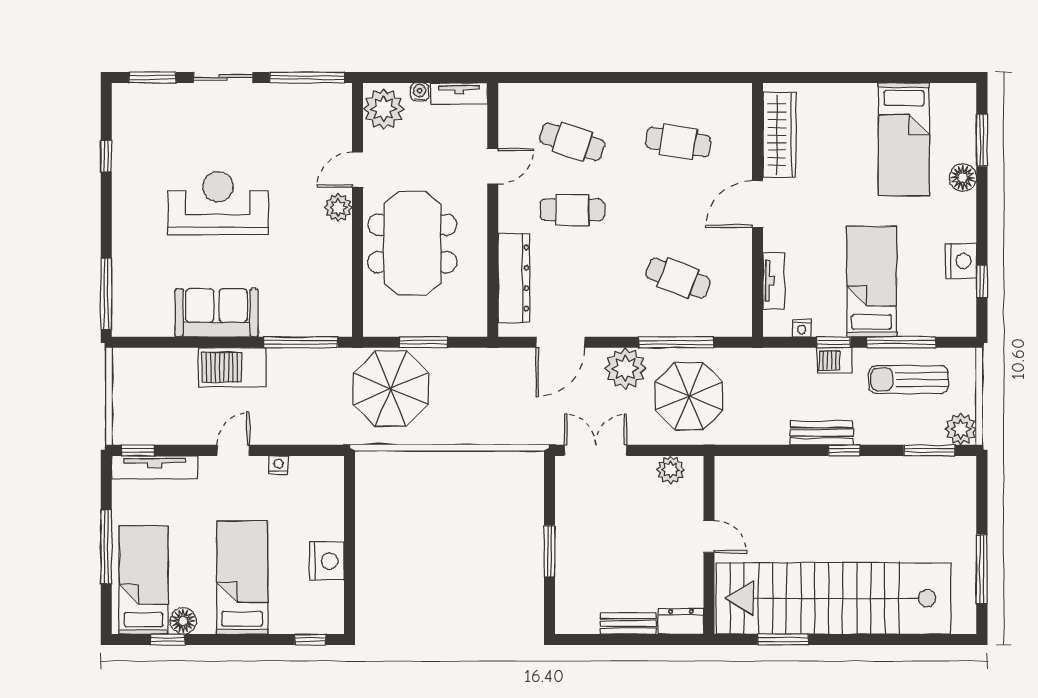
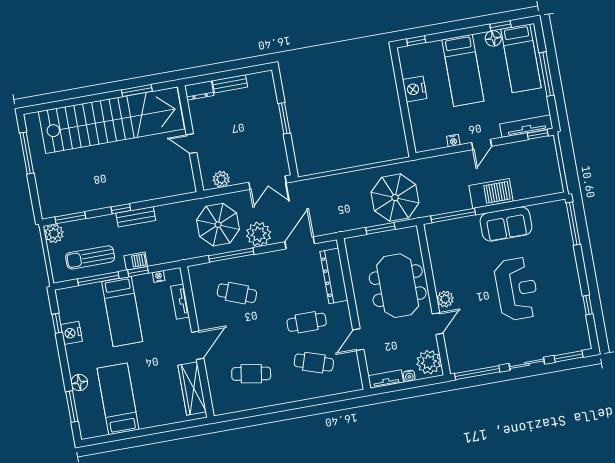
reception desk: (218, 203) -> (517, 289), turned -90
sun lounger: (908, 380) -> (90, 257), turned 180

